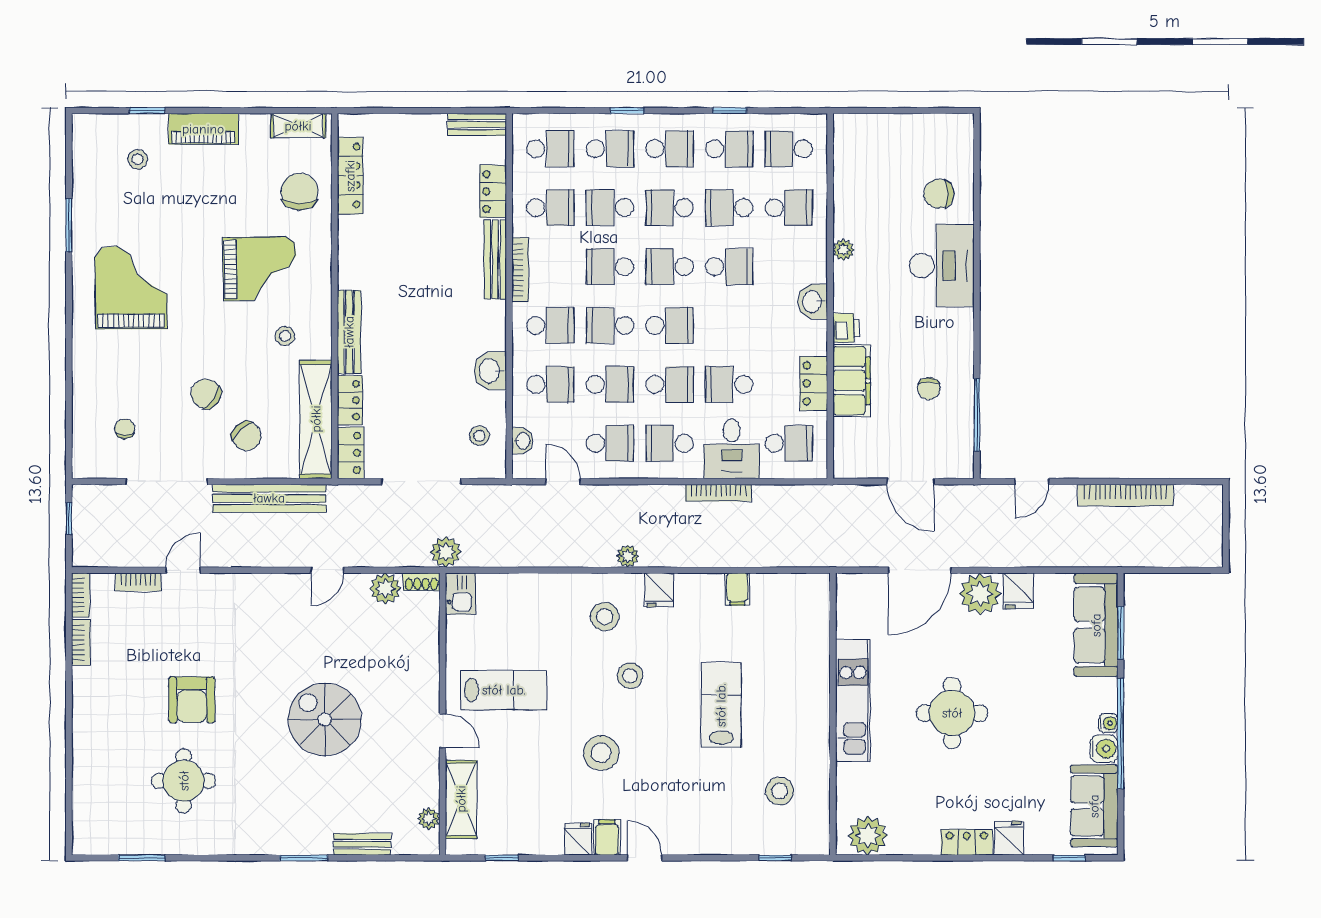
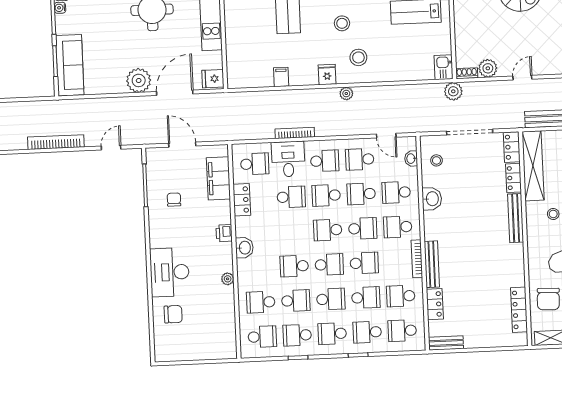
filing cabinet: (852, 381) -> (218, 178), moved
school desk: (789, 443) -> (255, 164), turned 180
fridge: (1018, 591) -> (213, 79), moved, turned -90

